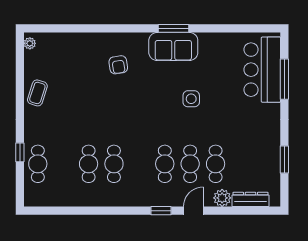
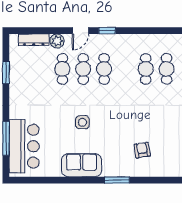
window: (174, 28) -> (117, 180), moved
sofa: (173, 46) -> (82, 165), moved

